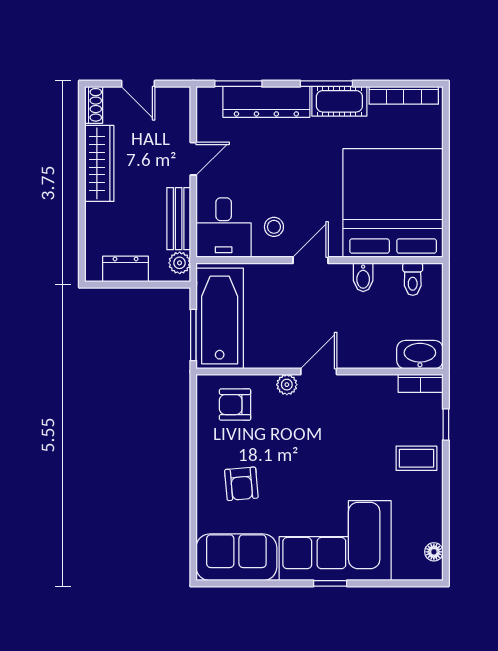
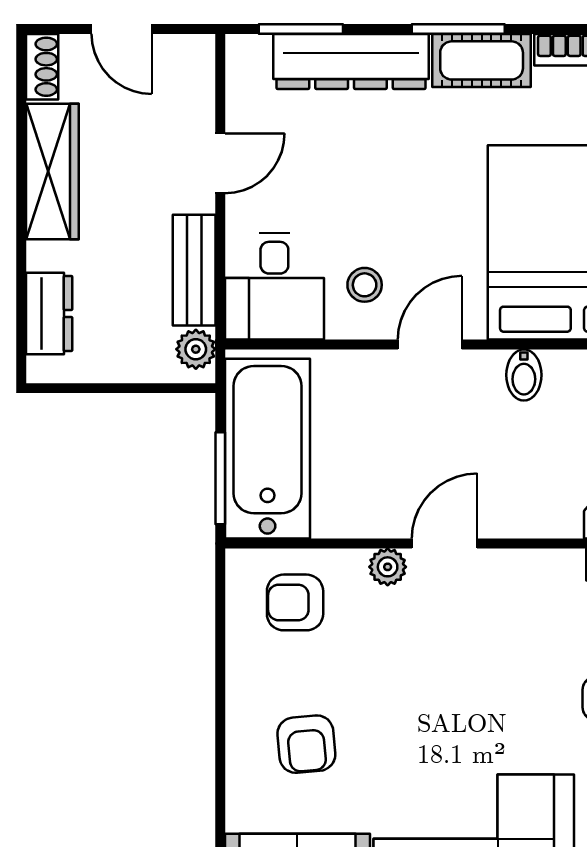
dresser: (126, 269) -> (49, 314), moved, turned 90

